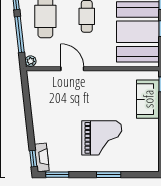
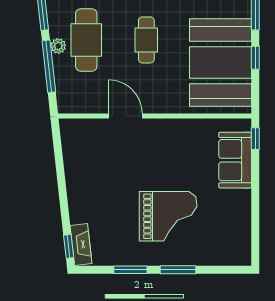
plant: (31, 61) -> (58, 46), moved
window: (57, 175) -> (130, 270), moved

